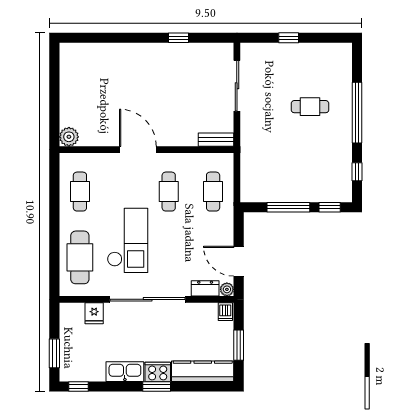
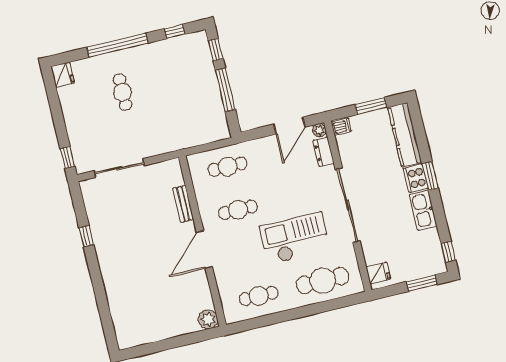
window: (289, 38) -> (67, 157), moved
fridge: (341, 52) -> (63, 75), added
bench: (216, 140) -> (183, 204), moved
fridge: (94, 313) -> (378, 273), moved

